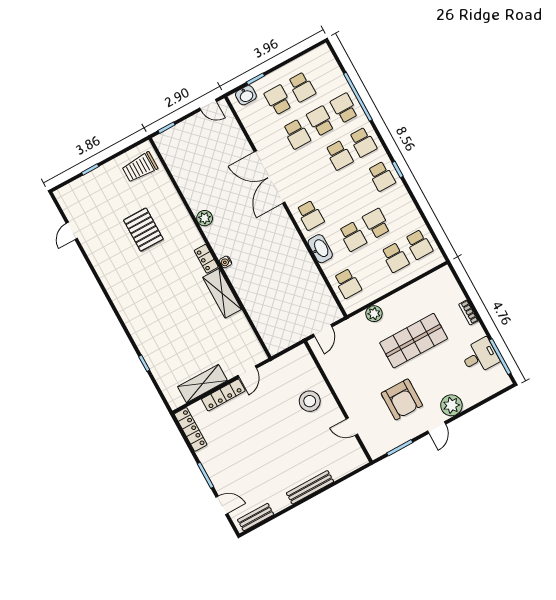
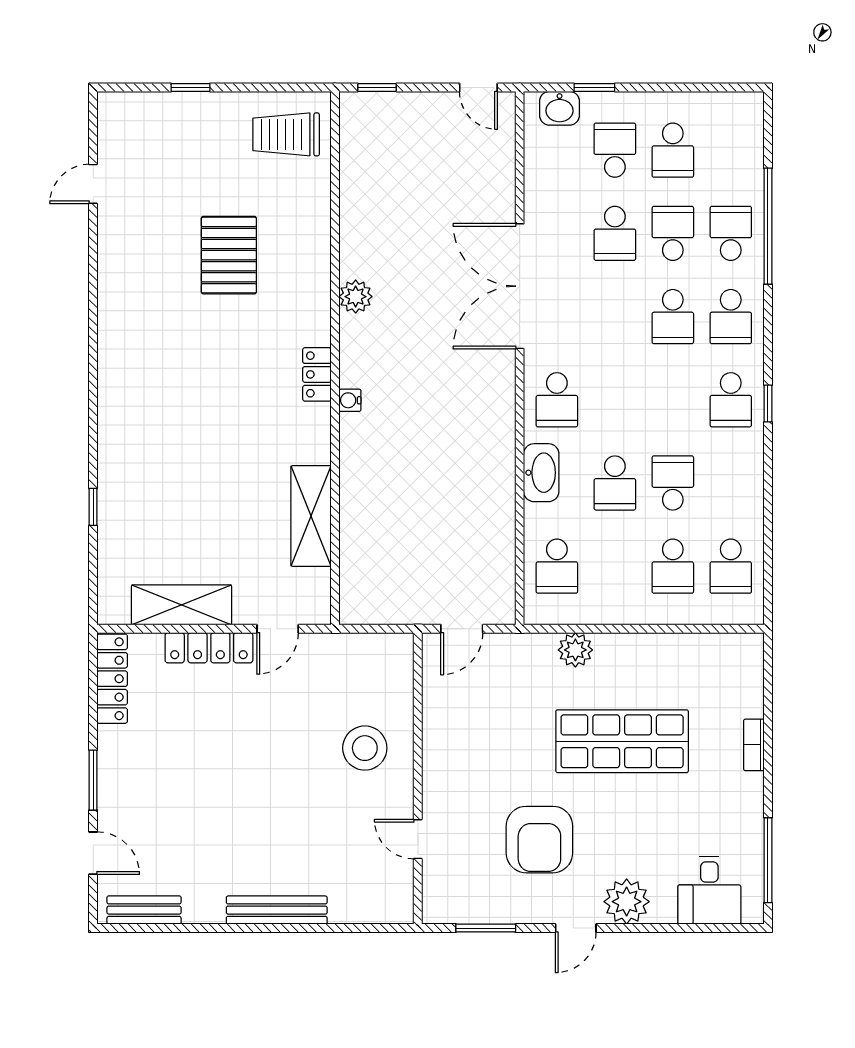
shelving: (222, 293) -> (311, 516), moved
desk: (480, 356) -> (709, 890), moved, turned 90

